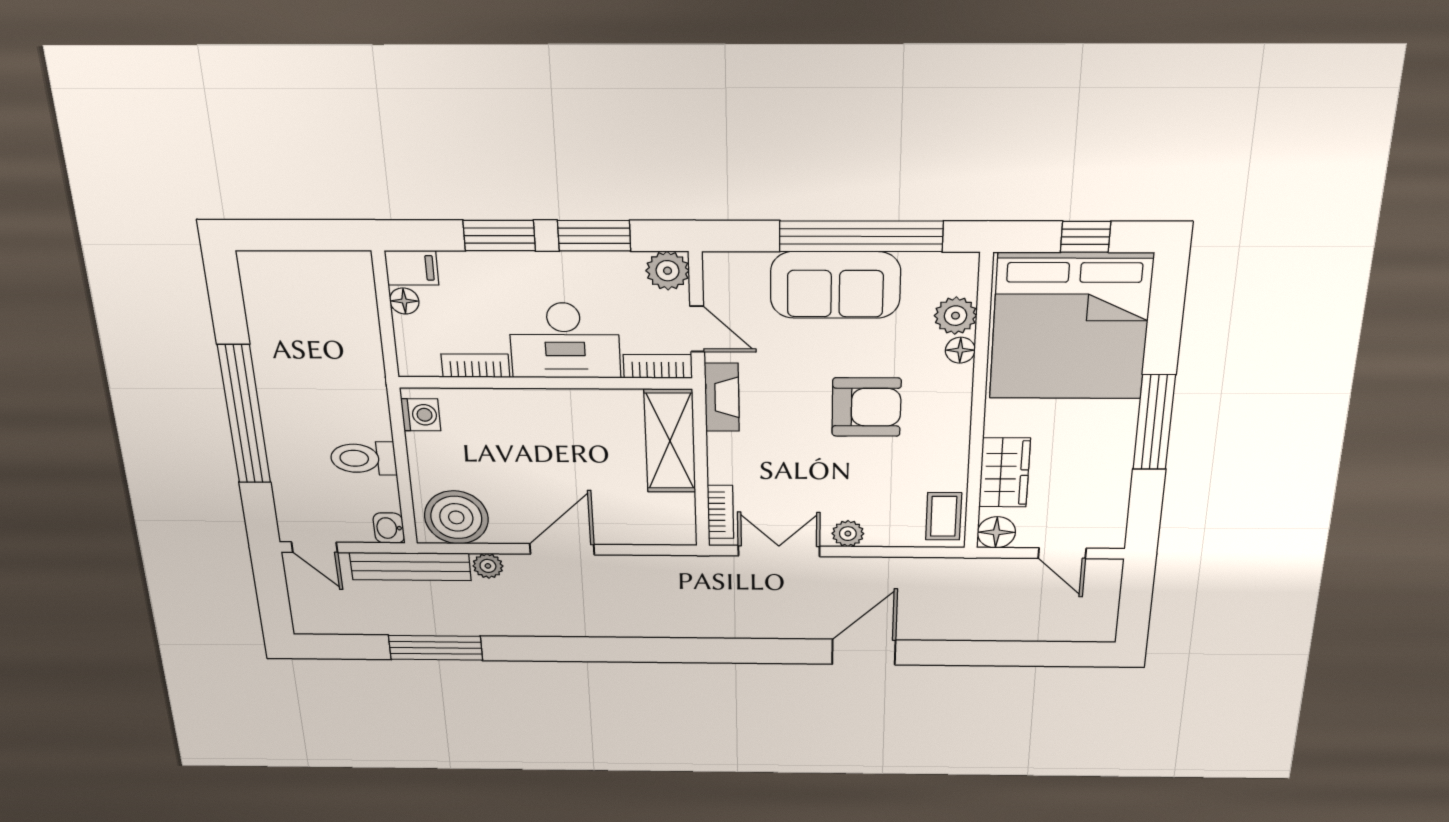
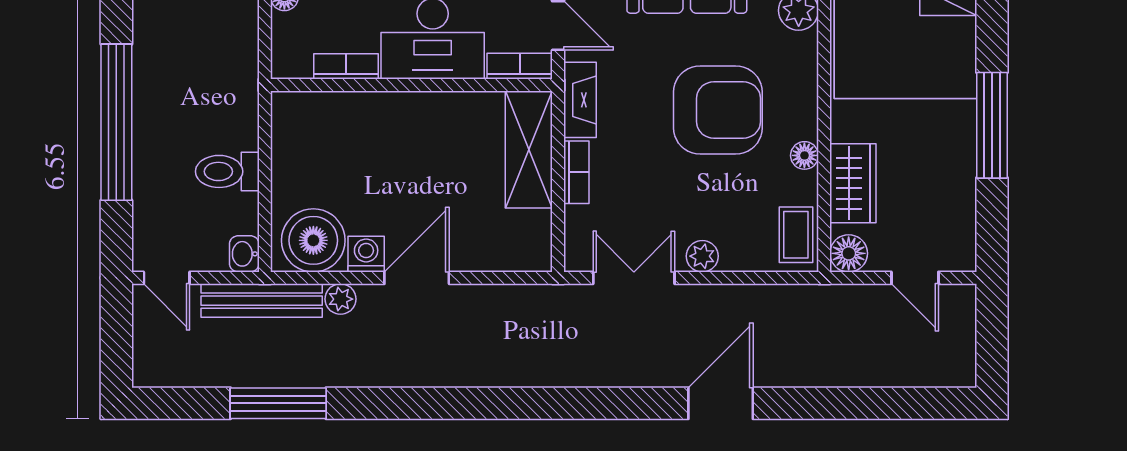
floor lamp: (960, 350) -> (804, 155), moved
armchair: (866, 407) -> (718, 110), width x1.36, depth x1.36
washing machine: (421, 415) -> (366, 254), moved, turned -90
bookcase: (720, 512) -> (576, 172), moved

